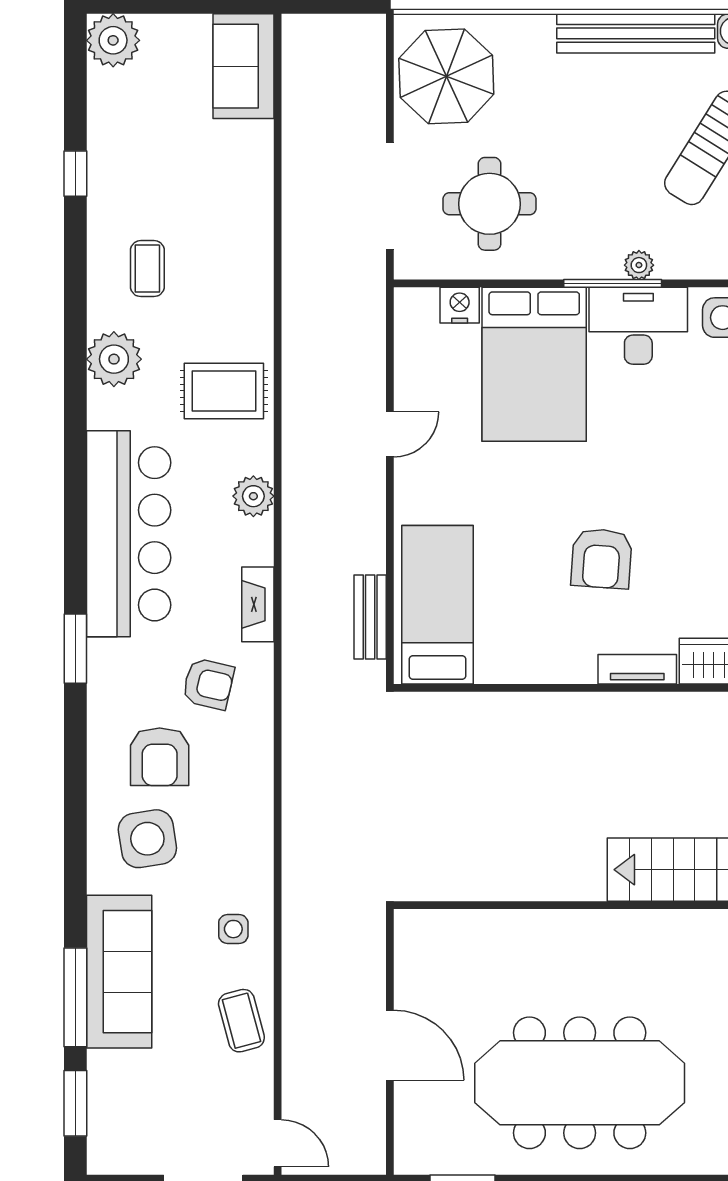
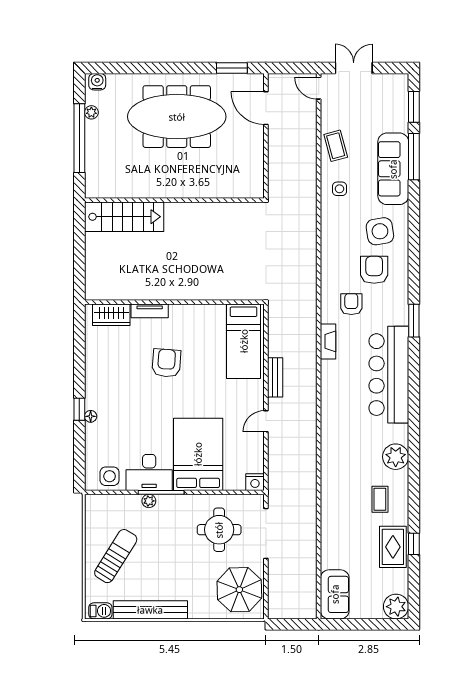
nightstand: (460, 305) -> (255, 482), moved
rug: (224, 391) -> (393, 547), moved, turned 90
plant: (253, 496) -> (330, 392), removed
bench: (370, 617) -> (275, 377), moved
armchair: (208, 684) -> (351, 304), turned 77
door: (390, 1045) -> (266, 108), moved

